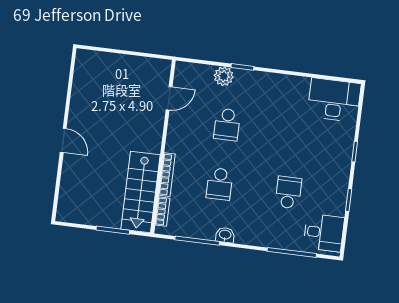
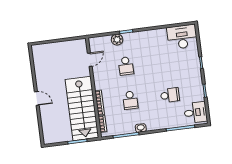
stairs: (141, 192) -> (82, 109), width x1.36, depth x1.51
school desk: (288, 192) -> (170, 95), turned 90

